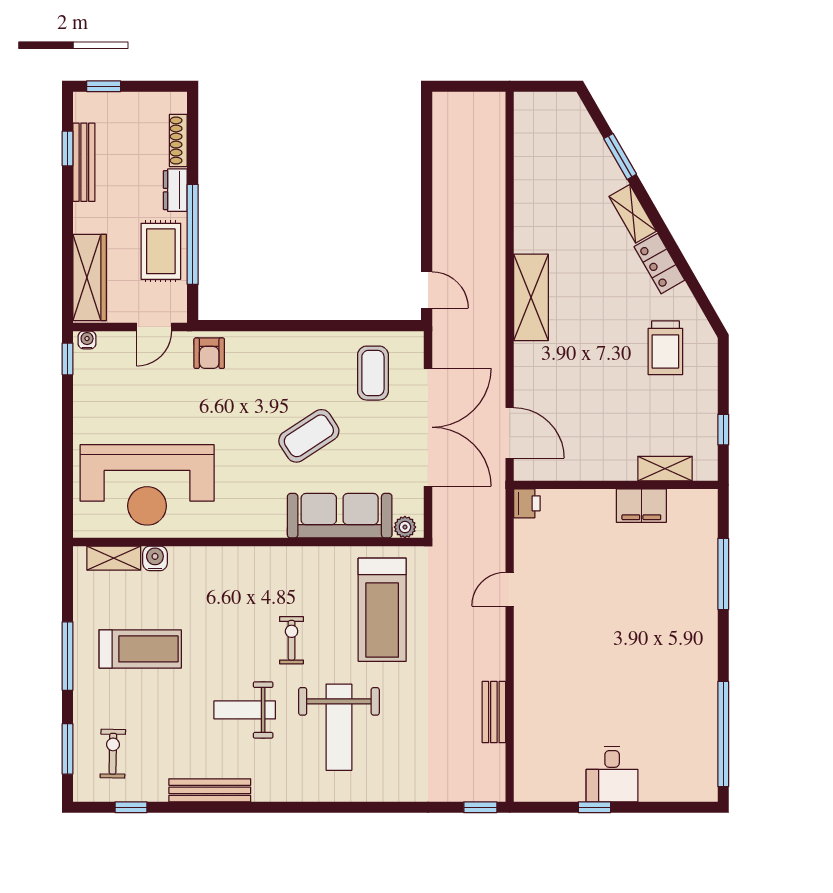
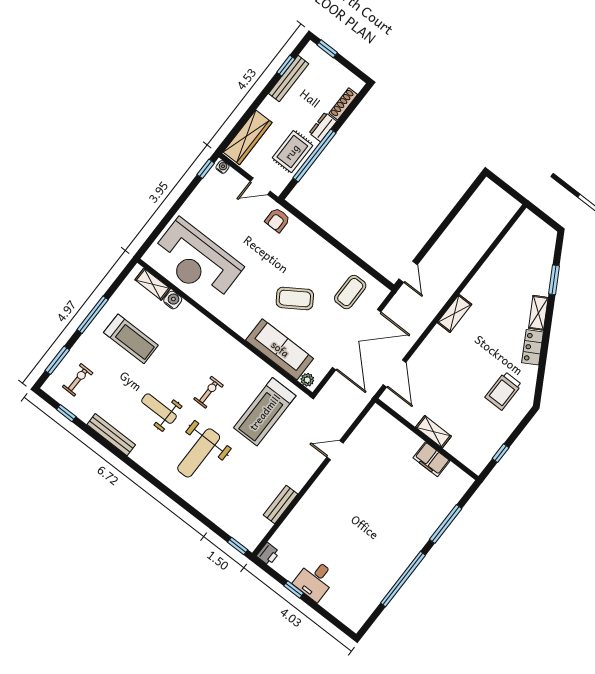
shelving: (531, 297) -> (454, 313), width x0.67, depth x0.75
shelving: (665, 469) -> (433, 432), moved
printer: (527, 503) -> (268, 554), moved
window: (723, 734) -> (403, 579), moved

